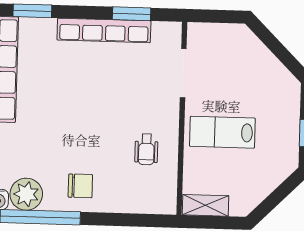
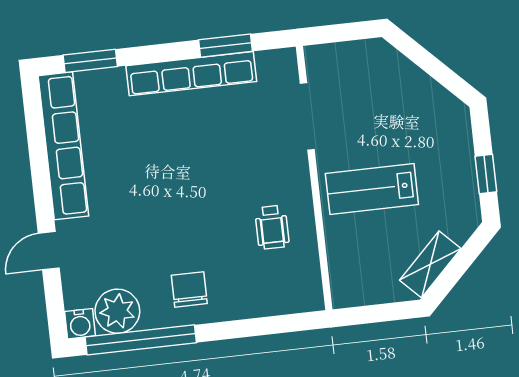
chair: (80, 186) -> (189, 289), turned -90
shelving: (205, 205) -> (430, 264), moved, turned -45

